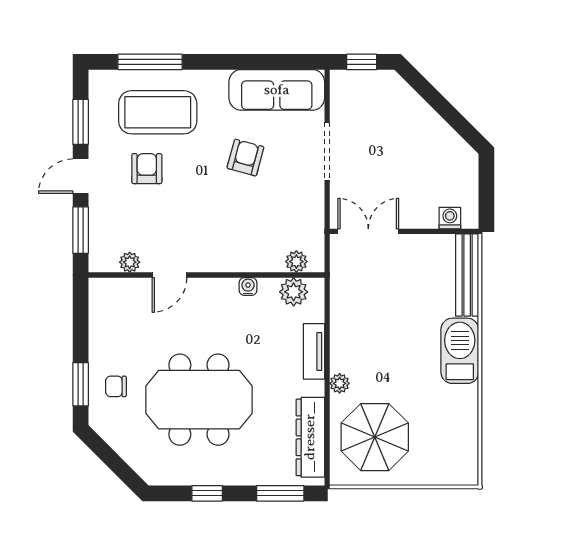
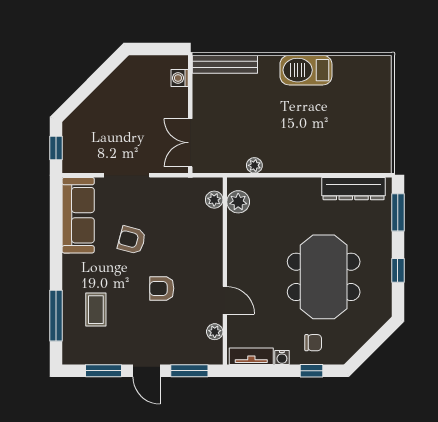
coffee table: (158, 112) -> (96, 310), width x0.54, depth x0.58
armchair: (147, 169) -> (162, 288), moved
water cooler: (248, 287) -> (282, 358), moved, turned -90
tv unit: (314, 351) -> (251, 356), moved, turned 180
barbecue: (460, 351) -> (306, 70), moved
plant: (340, 383) -> (254, 165), moved
window: (81, 384) -> (311, 371), width x0.67
chair: (116, 386) -> (313, 343), turned -90
parasol: (375, 437) -> (353, 138), removed

